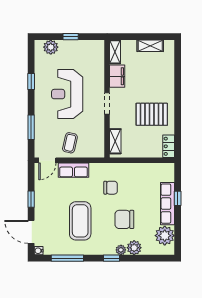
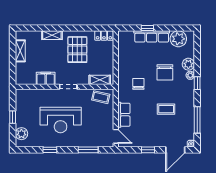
shelving: (115, 52) -> (52, 35), moved
coffee table: (70, 143) -> (101, 97), moved
coffee table: (80, 221) -> (166, 109), width x0.54, depth x0.58

